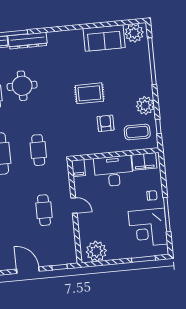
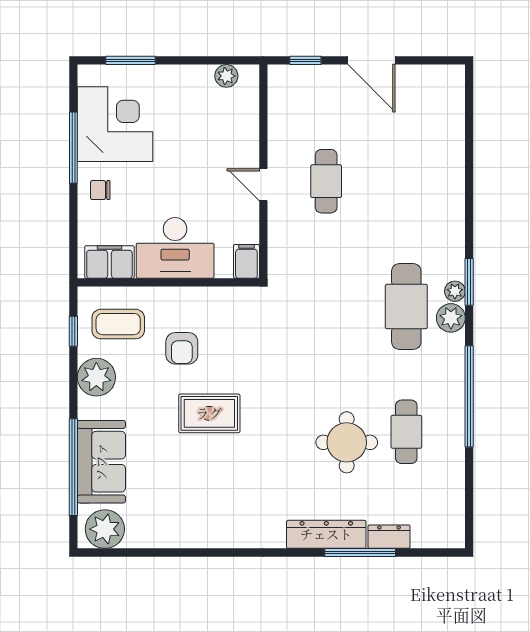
sofa: (104, 38) -> (101, 462), moved, turned 90
cafe table: (38, 150) -> (326, 306), removed
plant: (96, 251) -> (226, 76), width x0.53, depth x0.53

